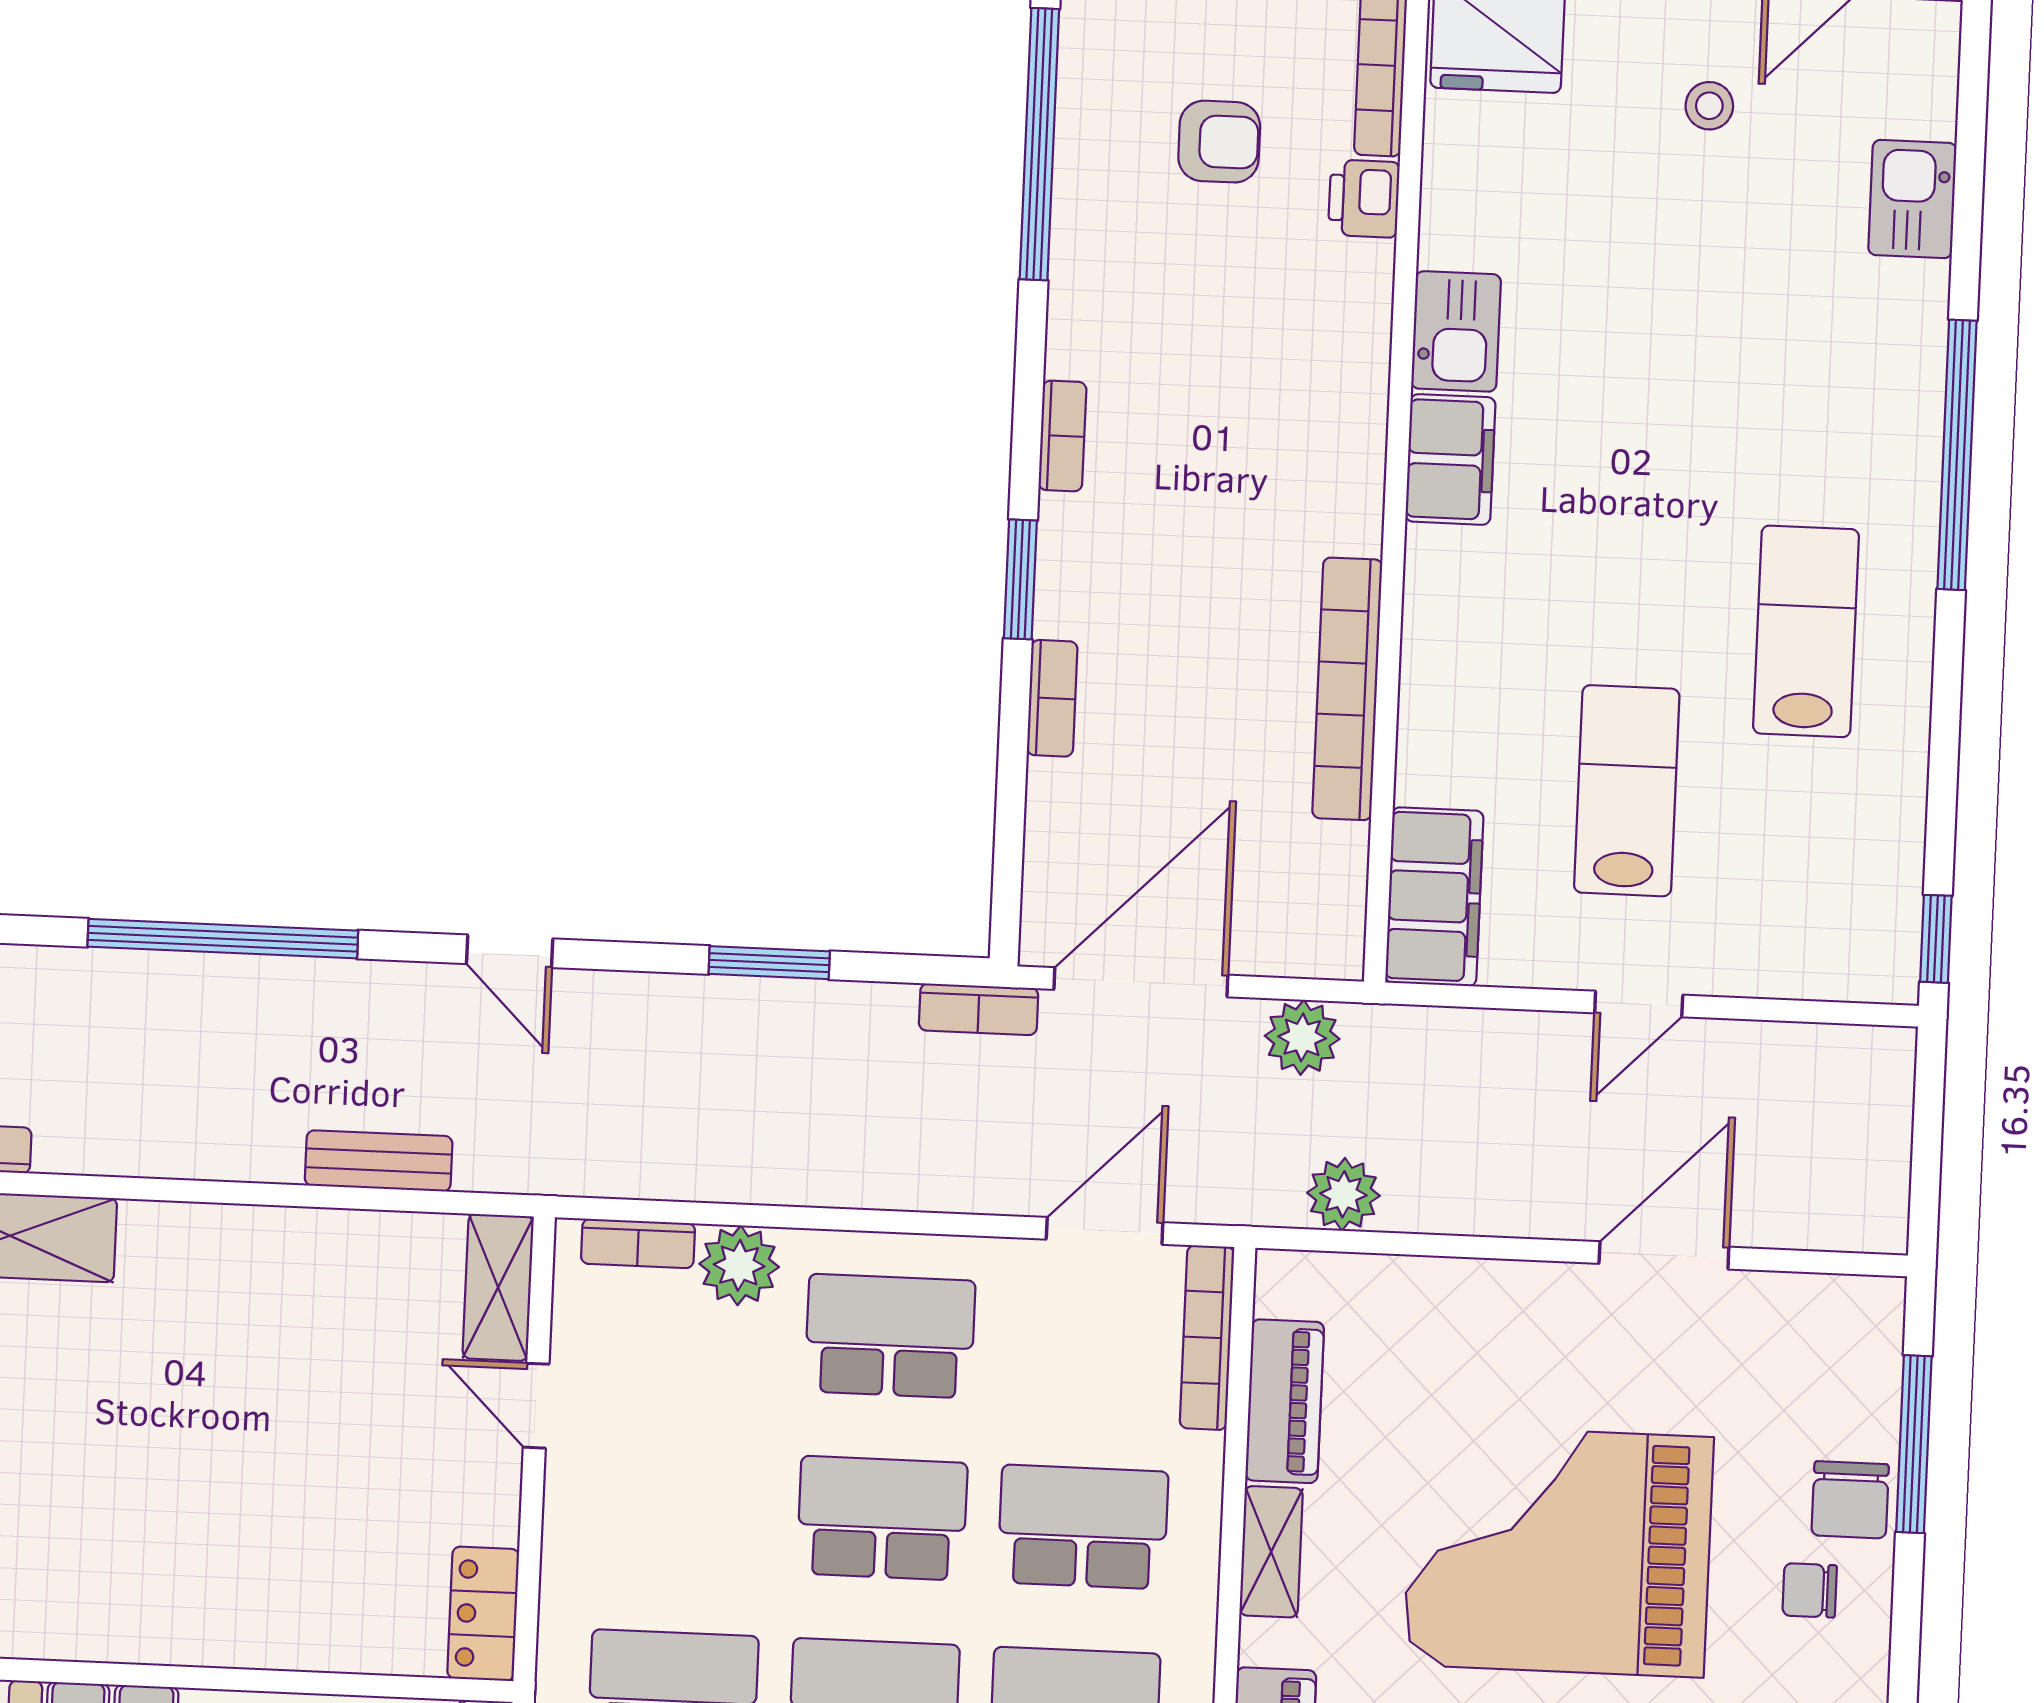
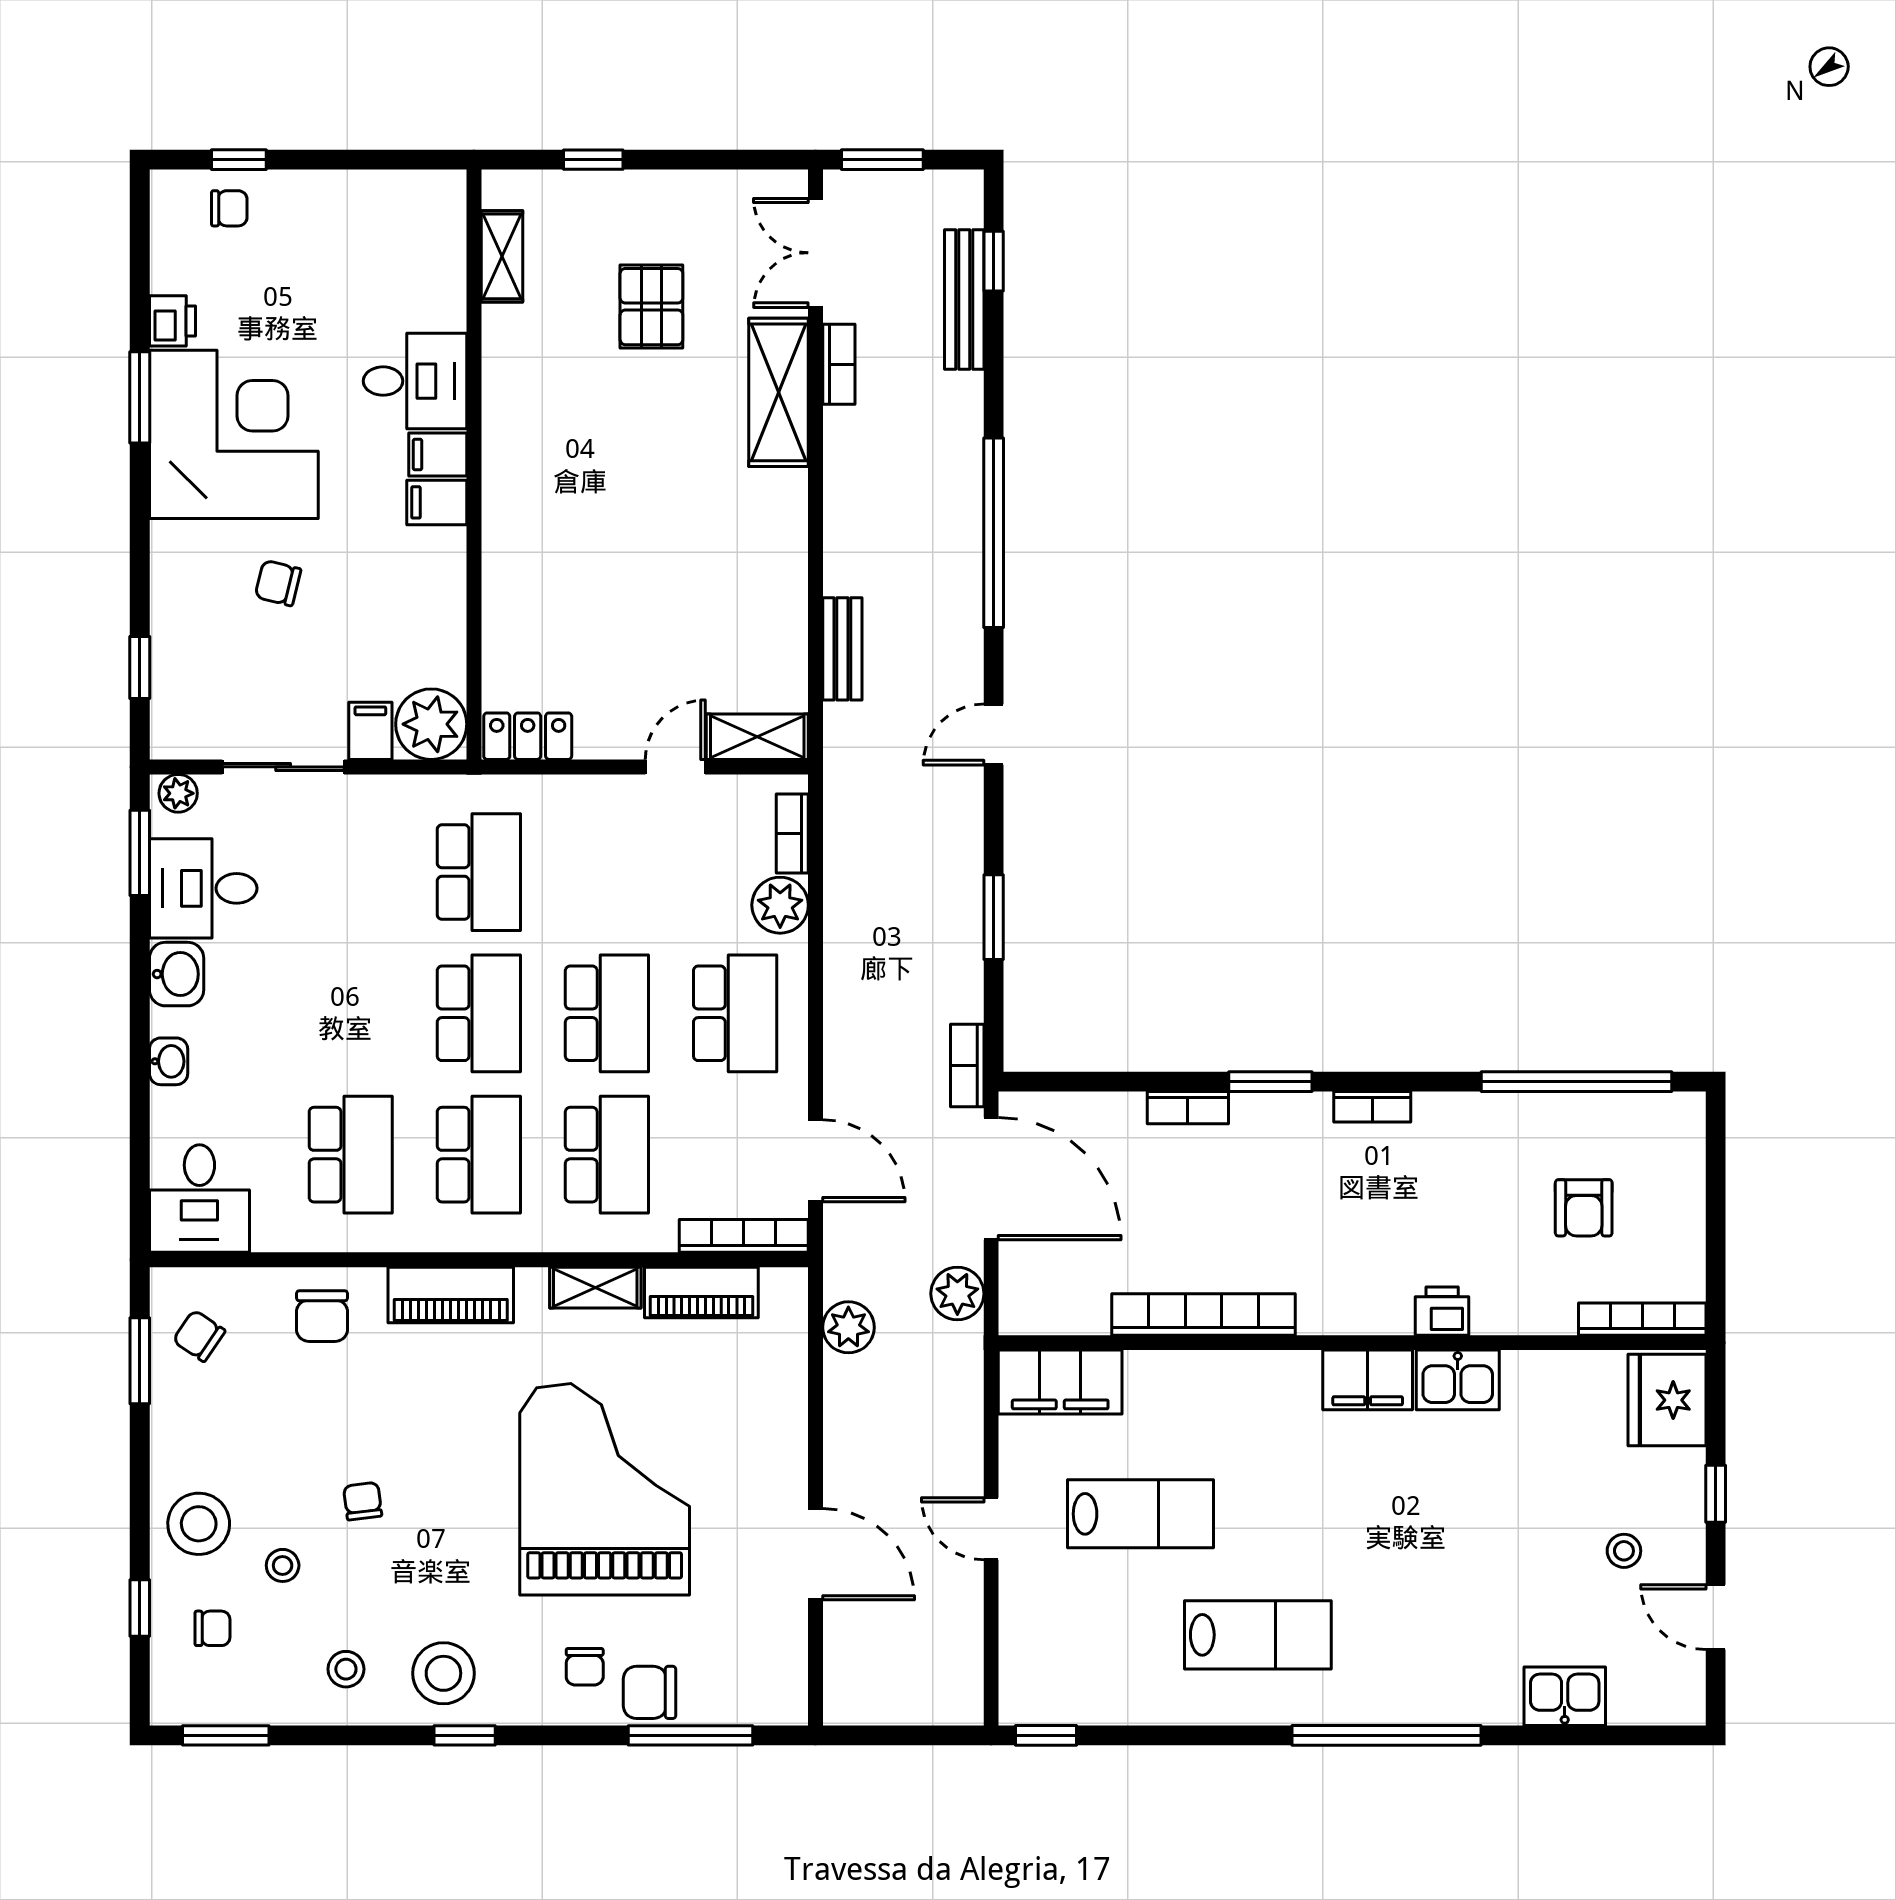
printer: (1364, 199) -> (1442, 1311), moved
chair: (1810, 1590) -> (585, 1667), turned 180

